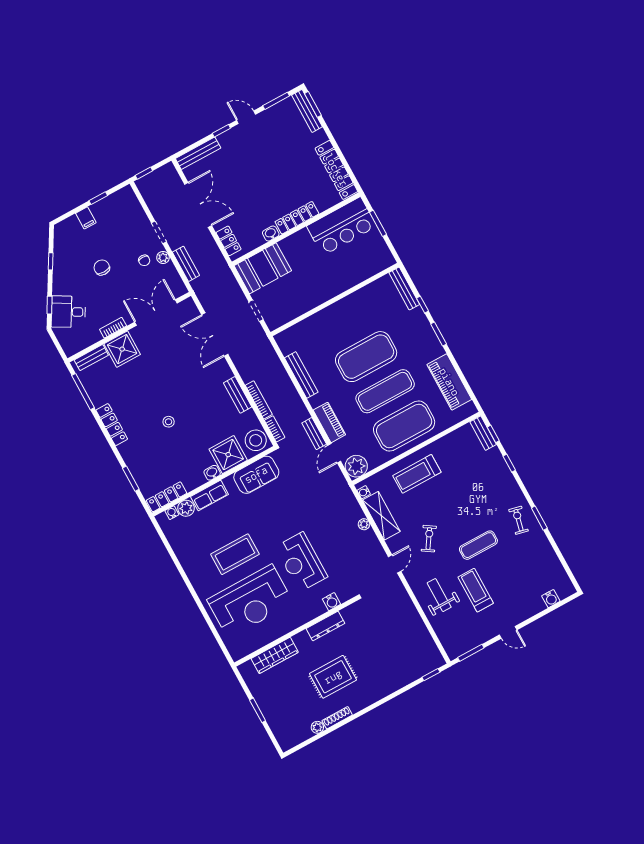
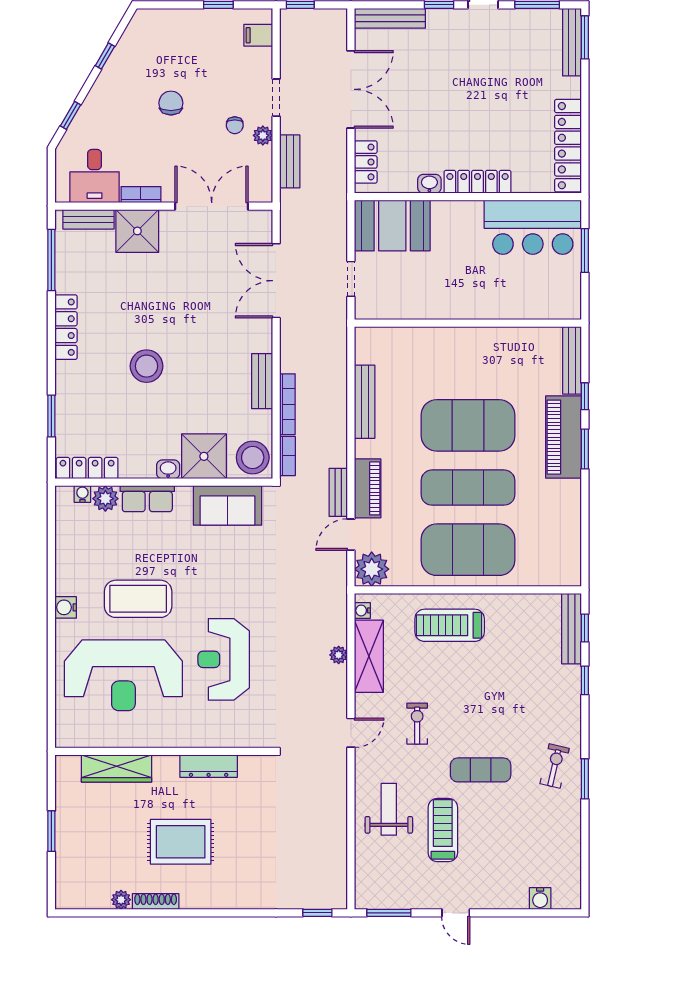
filing cabinet: (86, 218) -> (258, 35), moved, turned 90
desk: (68, 312) -> (95, 176), moved, turned -120
piano: (449, 382) -> (564, 437), moved
stool: (169, 422) -> (147, 366), width x1.89, depth x1.89
bench: (483, 433) -> (572, 629), width x1.36
exercise bike: (429, 539) -> (417, 724), turned -33
water cooler: (331, 602) -> (66, 607), moved, turned 90

